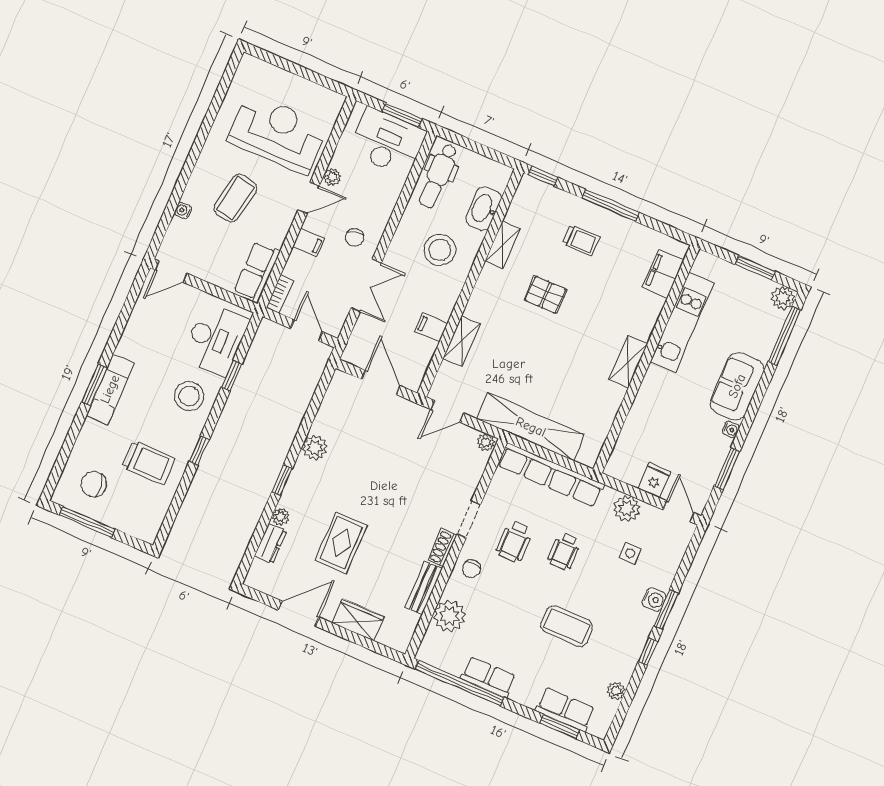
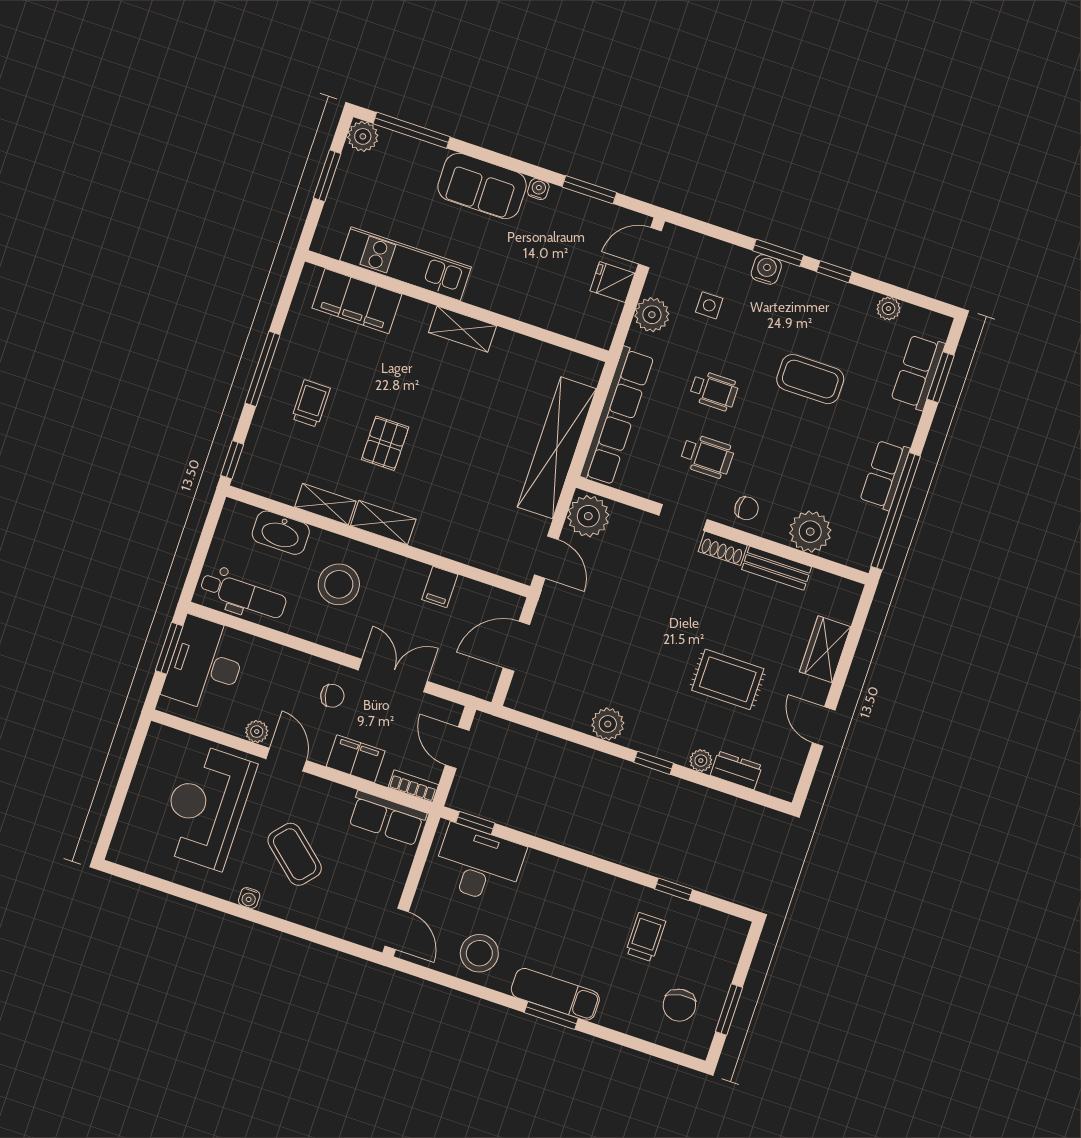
coffee table: (235, 198) -> (295, 854), turned 30
water cooler: (183, 211) -> (249, 898), moved
filing cabinet: (309, 242) -> (356, 759), width x2.00
filing cabinet: (663, 274) -> (357, 301), width x1.50, depth x1.17
door: (306, 330) -> (457, 748), hinge flipped
shelving: (462, 341) -> (383, 523), moved
window: (232, 376) -> (475, 823), moved
stool: (189, 396) -> (479, 953), moved
plant: (486, 442) -> (588, 516), width x1.88, depth x1.88
window: (199, 451) -> (674, 889), moved
trolley: (148, 463) -> (645, 937), width x0.73, depth x0.72
window: (87, 522) -> (729, 1009), width x0.69
door: (299, 614) -> (824, 726), width x0.73
coffee table: (567, 626) -> (810, 379), turned 90

